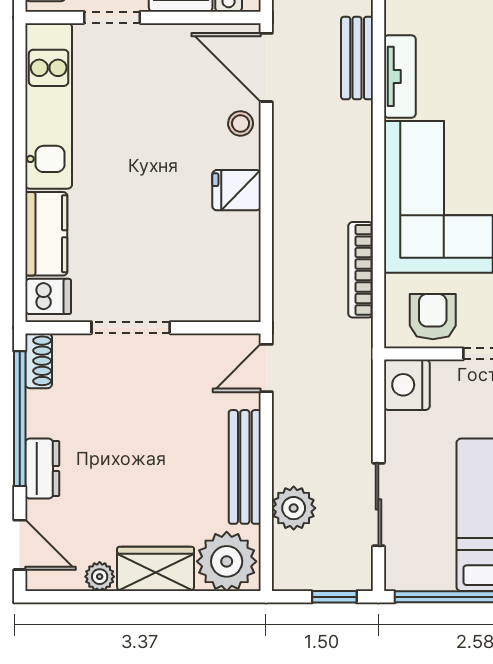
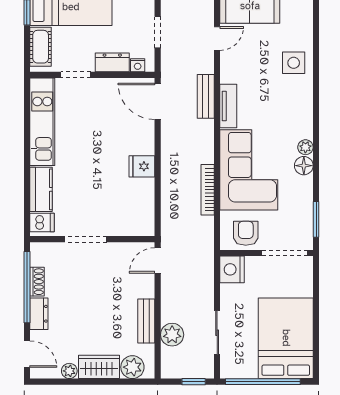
stool: (241, 123) -> (144, 131), removed
bookcase: (361, 270) -> (208, 190), moved
shoe rack: (39, 361) -> (37, 282), moved
bench: (245, 467) -> (146, 321), width x0.73
plant: (227, 561) -> (132, 367), width x0.73, depth x0.73

